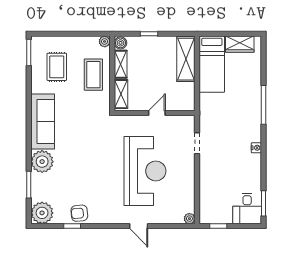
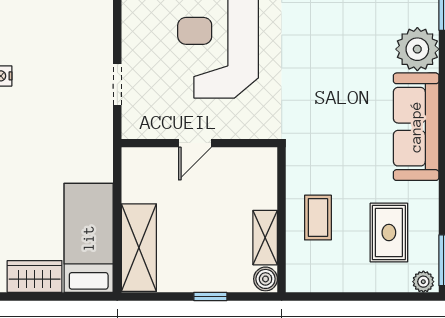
plant: (105, 41) -> (423, 282), moved
coffee table: (93, 75) -> (318, 218), width x0.73, depth x0.77
shelving: (121, 94) -> (265, 180), removed

